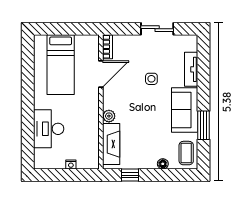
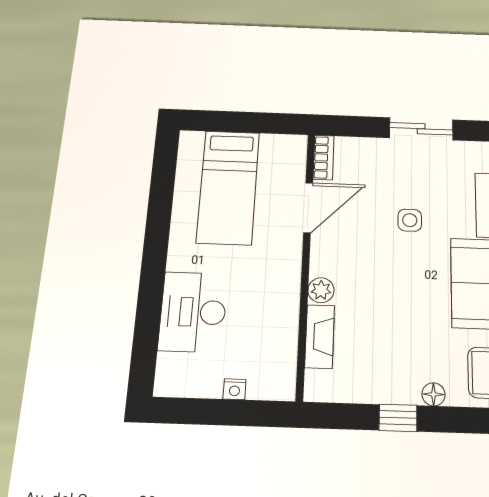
fireplace: (111, 144) -> (320, 336), width x0.73, depth x0.76
window: (130, 175) -> (398, 418), moved

